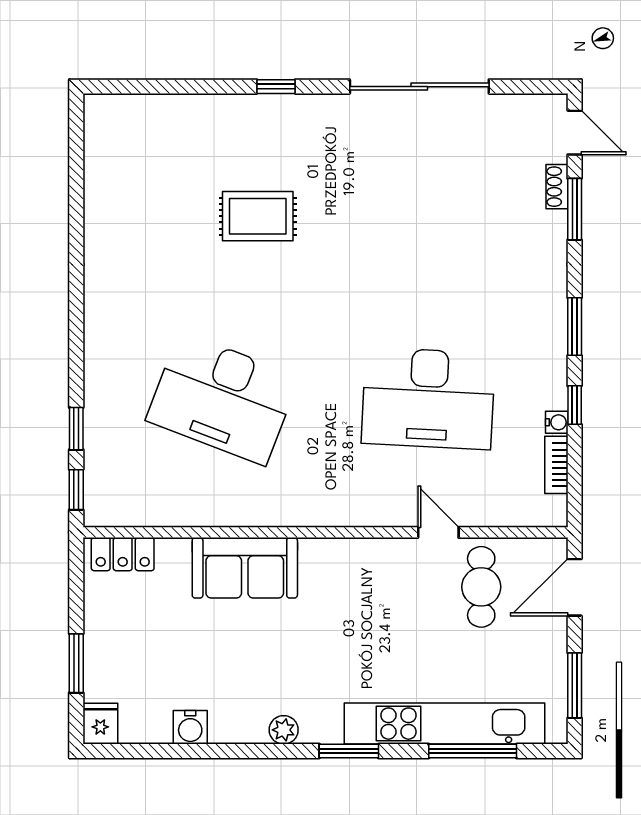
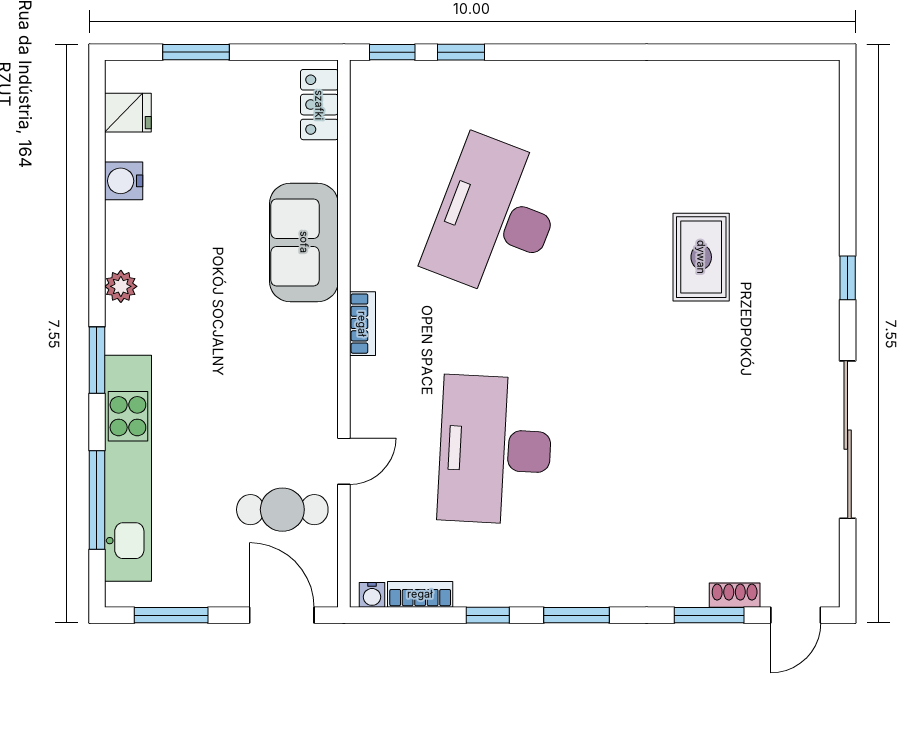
water cooler: (557, 422) -> (372, 595), moved
bookcase: (317, 516) -> (362, 324), added
fridge: (100, 724) -> (128, 113), moved

